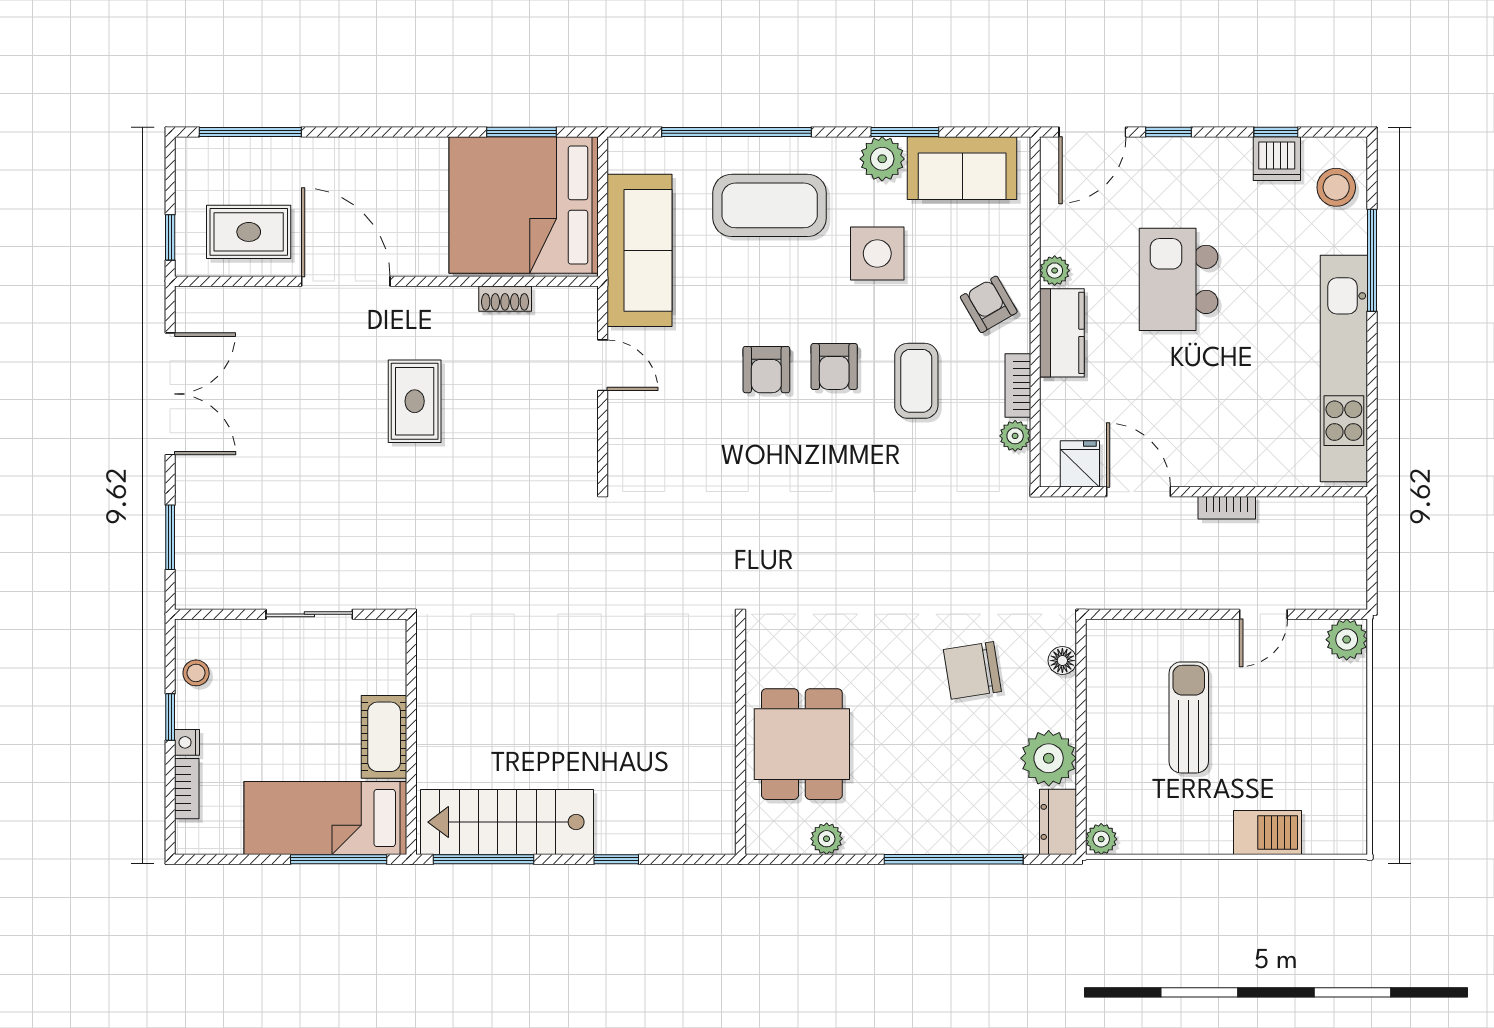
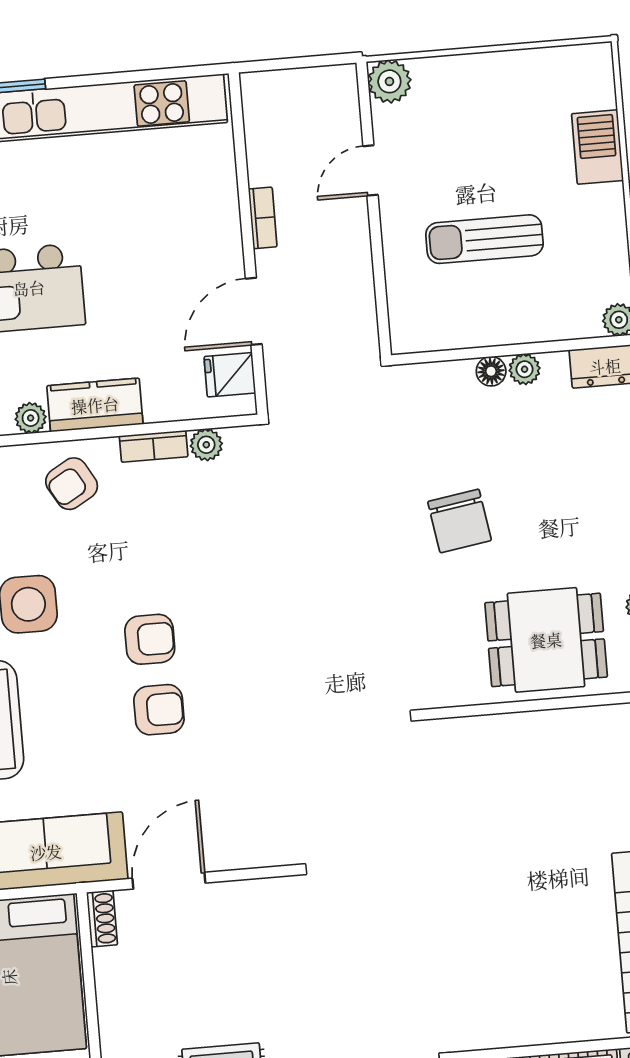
shoe rack: (505, 299) -> (102, 919), moved
door: (603, 365) -> (169, 881), width x1.38
coffee table: (916, 381) -> (158, 552), removed
door: (1263, 614) -> (370, 170), swing flipped
floor lamp: (1062, 661) -> (491, 371), moved
chair: (972, 670) -> (460, 521), moved
plant: (1049, 758) -> (525, 369), width x0.53, depth x0.53

